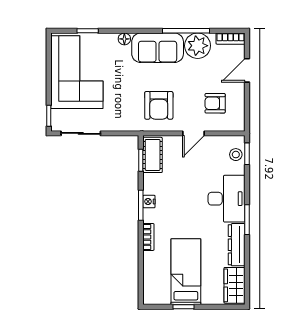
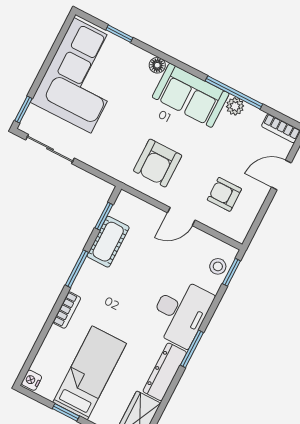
plant: (198, 46) -> (235, 106), width x0.53, depth x0.53
cot: (153, 155) -> (108, 242), moved
nightstand: (149, 202) -> (32, 380), moved

